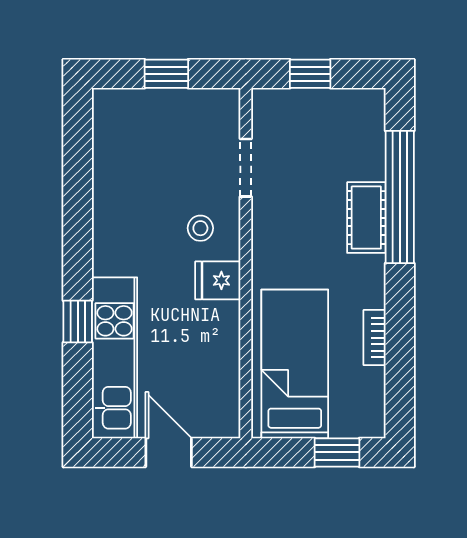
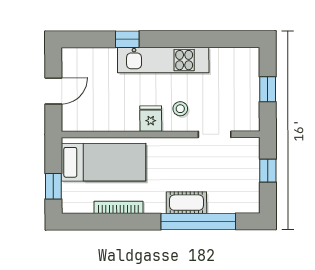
bookcase: (374, 338) -> (119, 207), width x1.56
kitchen unit: (114, 358) -> (163, 60), moved

